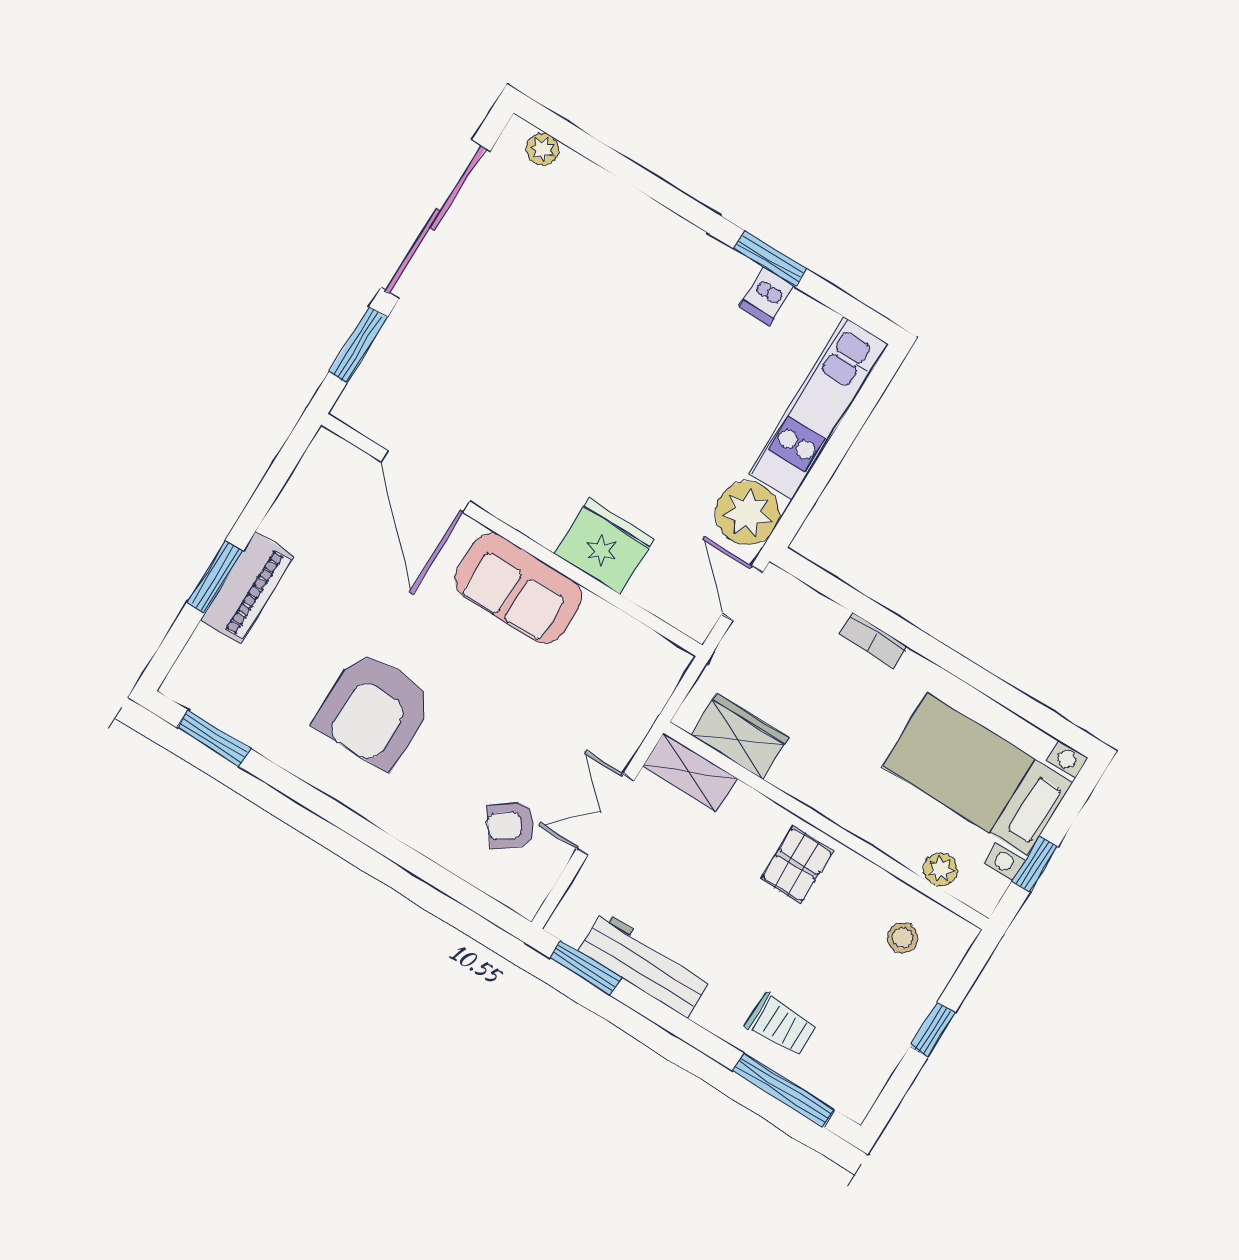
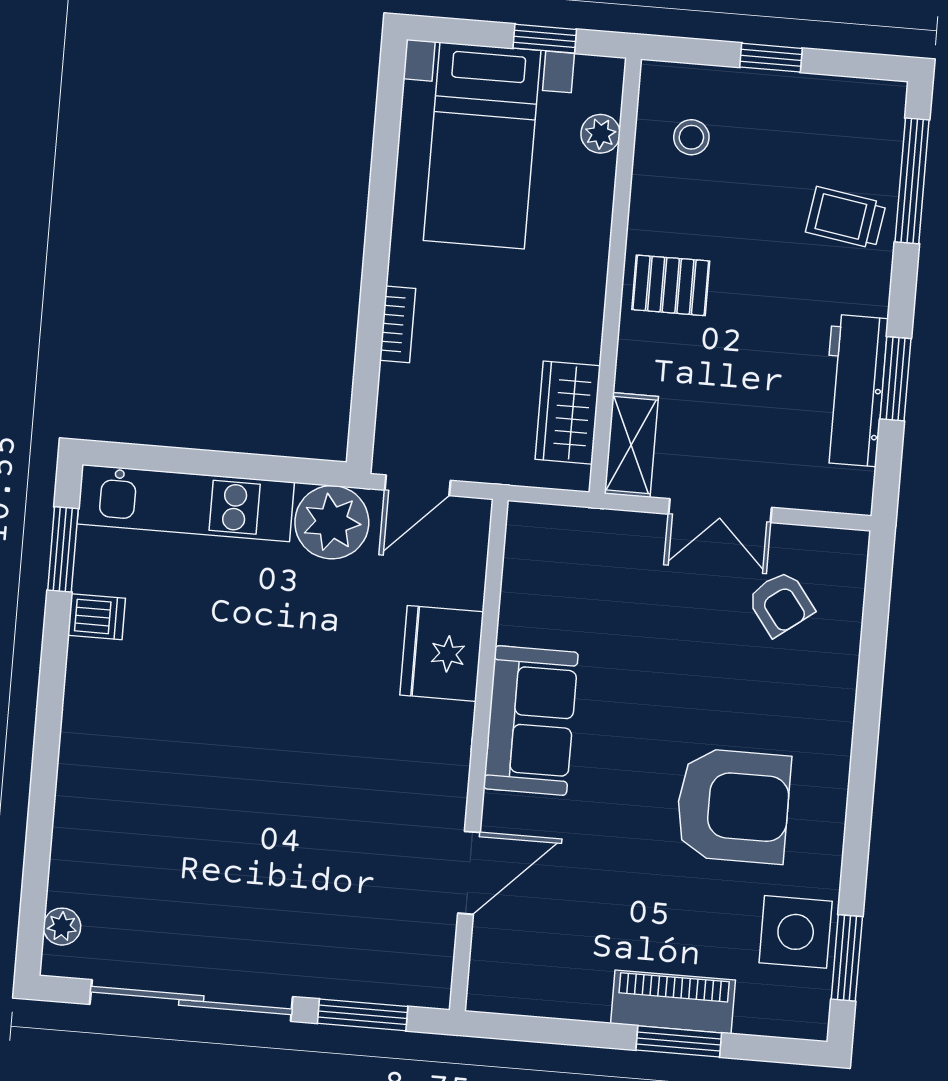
window: (770, 259) -> (63, 549), moved
door: (425, 482) -> (469, 873), width x0.73
side table: (253, 709) -> (796, 932), added
window: (586, 968) -> (895, 379), moved
trolley: (781, 1025) -> (846, 218), turned -81

